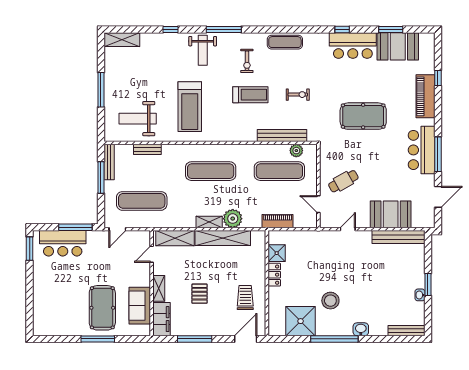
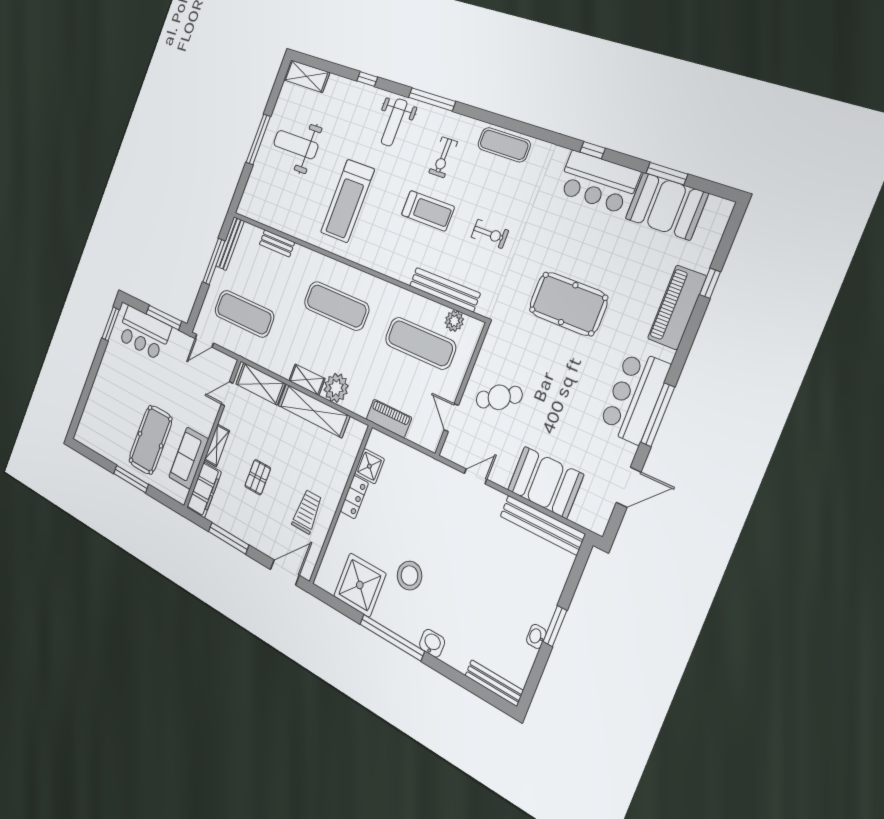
weight bench: (138, 119) -> (296, 145), moved

